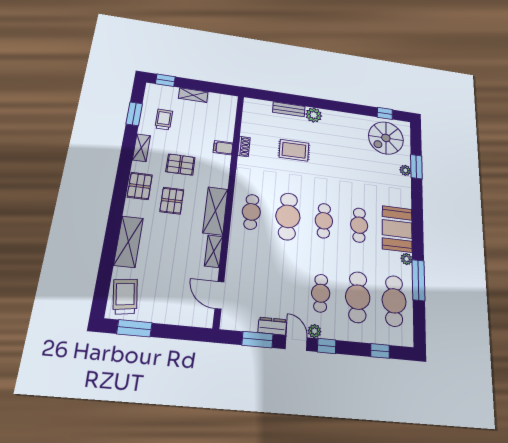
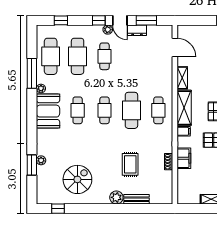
spiral stairs: (386, 138) -> (77, 179), moved
filing cabinet: (223, 148) -> (184, 158), width x2.00
rug: (294, 150) -> (130, 164), turned 90
filing cabinet: (220, 181) -> (184, 131), added

